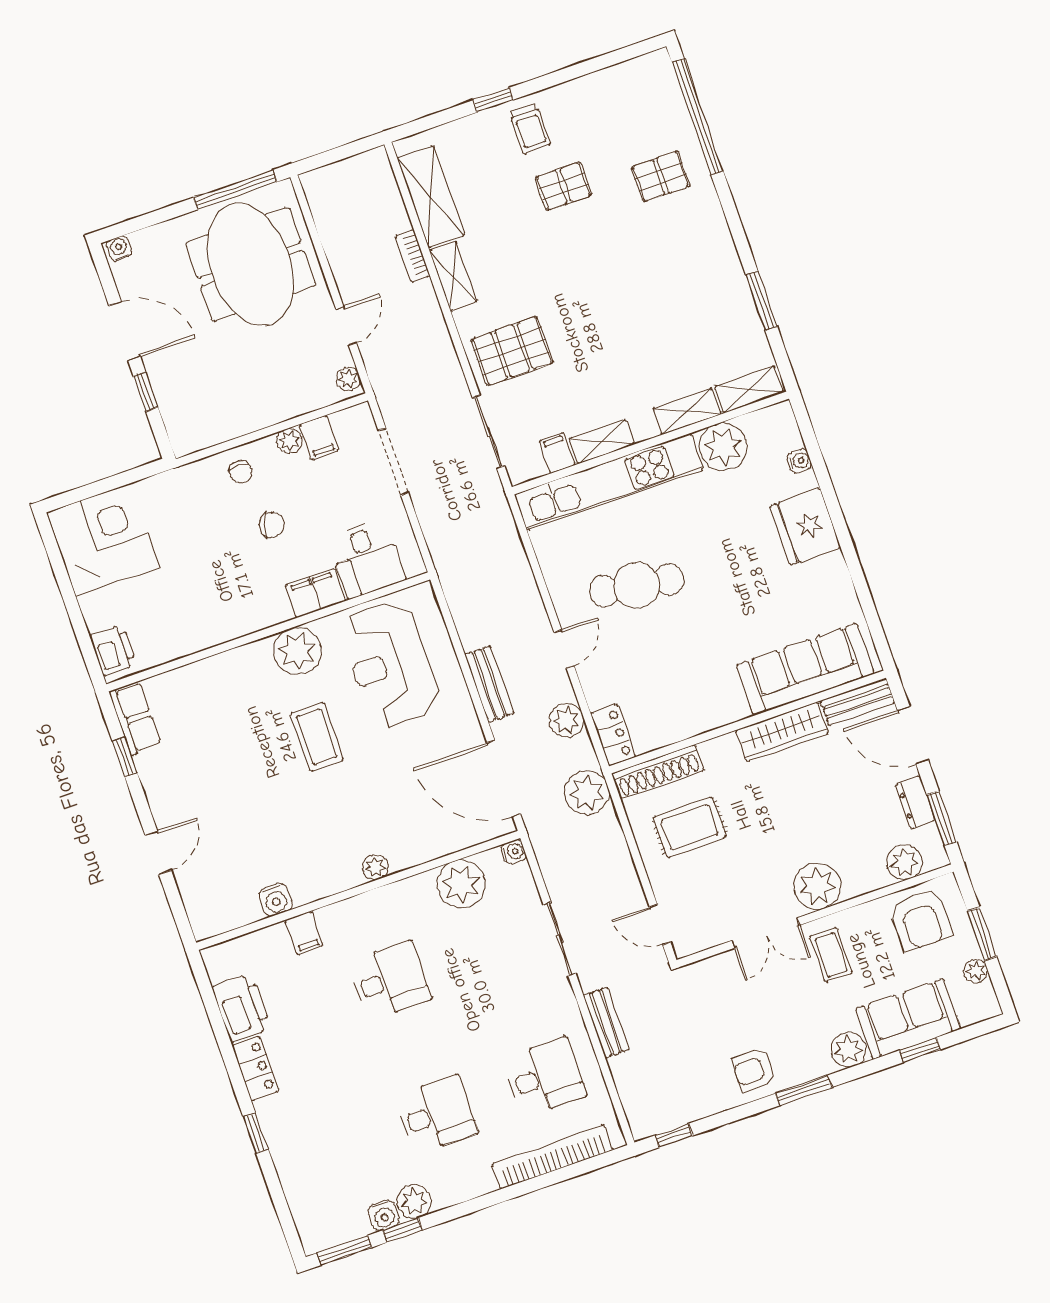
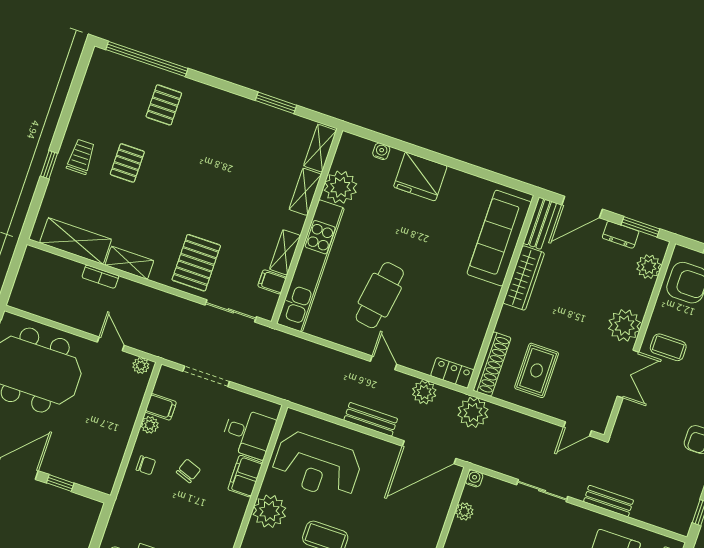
trolley: (530, 129) -> (81, 157), turned -90
plant: (461, 884) -> (464, 511), width x0.53, depth x0.53

